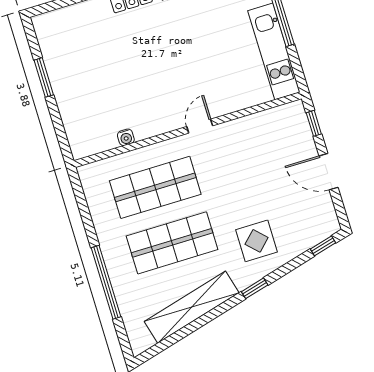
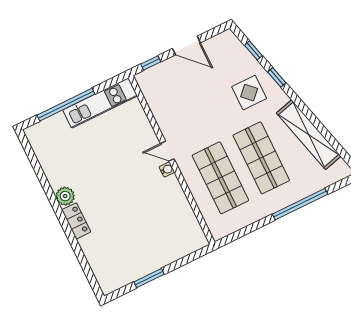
water cooler: (126, 137) -> (167, 169), moved
door: (328, 172) -> (186, 46), hinge flipped
window: (323, 246) -> (253, 50), moved
window: (255, 288) -> (277, 77), moved

